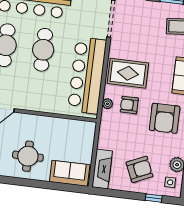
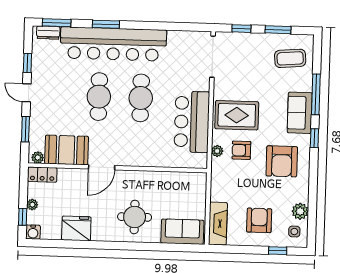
bar counter: (87, 75) -> (192, 122), width x0.73
armchair: (139, 169) -> (259, 220), turned -66

